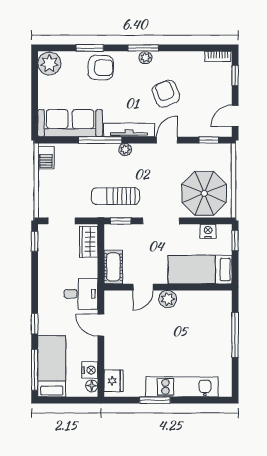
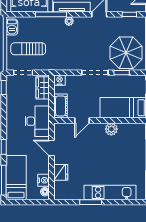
sun lounger: (115, 196) -> (28, 49), moved
window: (121, 221) -> (122, 73), moved
nightstand: (208, 231) -> (60, 80), moved
desk: (81, 294) -> (37, 121), width x1.37
plant: (168, 299) -> (111, 129), moved
fridge: (114, 381) -> (61, 172), moved

